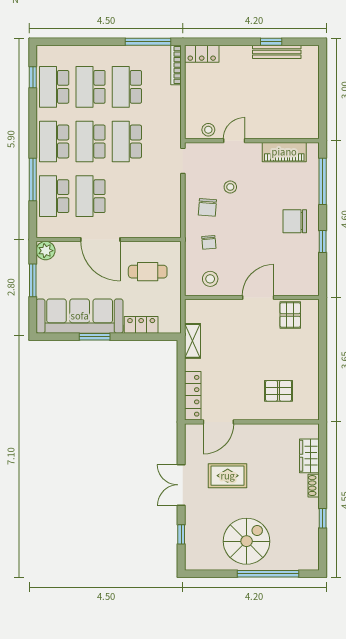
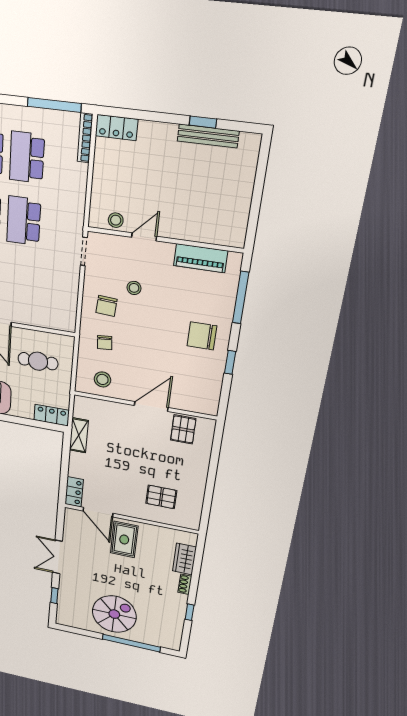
locker: (141, 325) -> (52, 415), moved
locker: (193, 396) -> (74, 492), width x0.66
door: (218, 422) -> (98, 512), hinge flipped
rug: (228, 476) -> (124, 539), moved, turned 90

